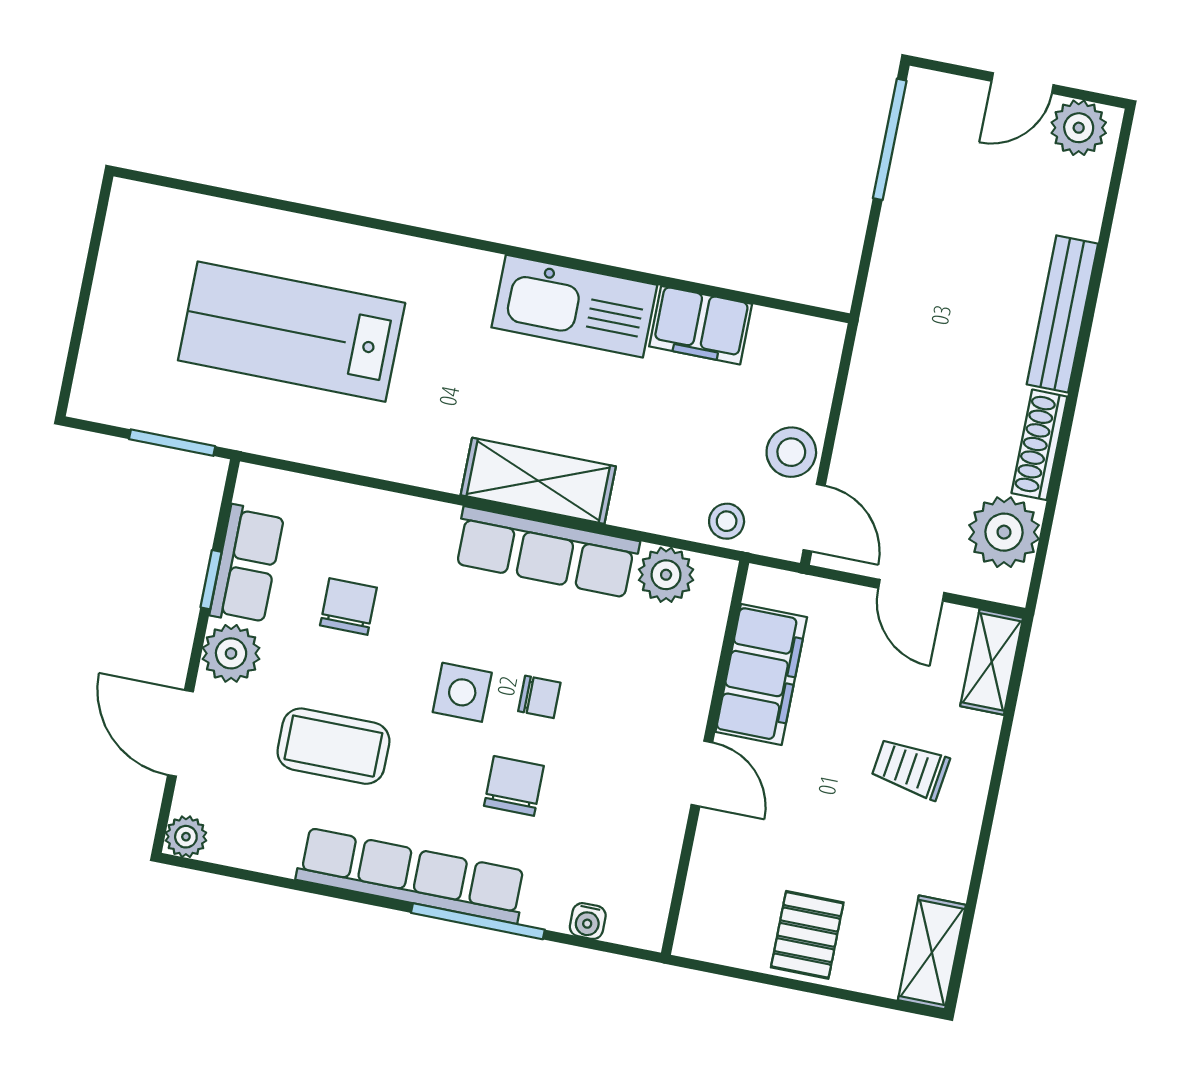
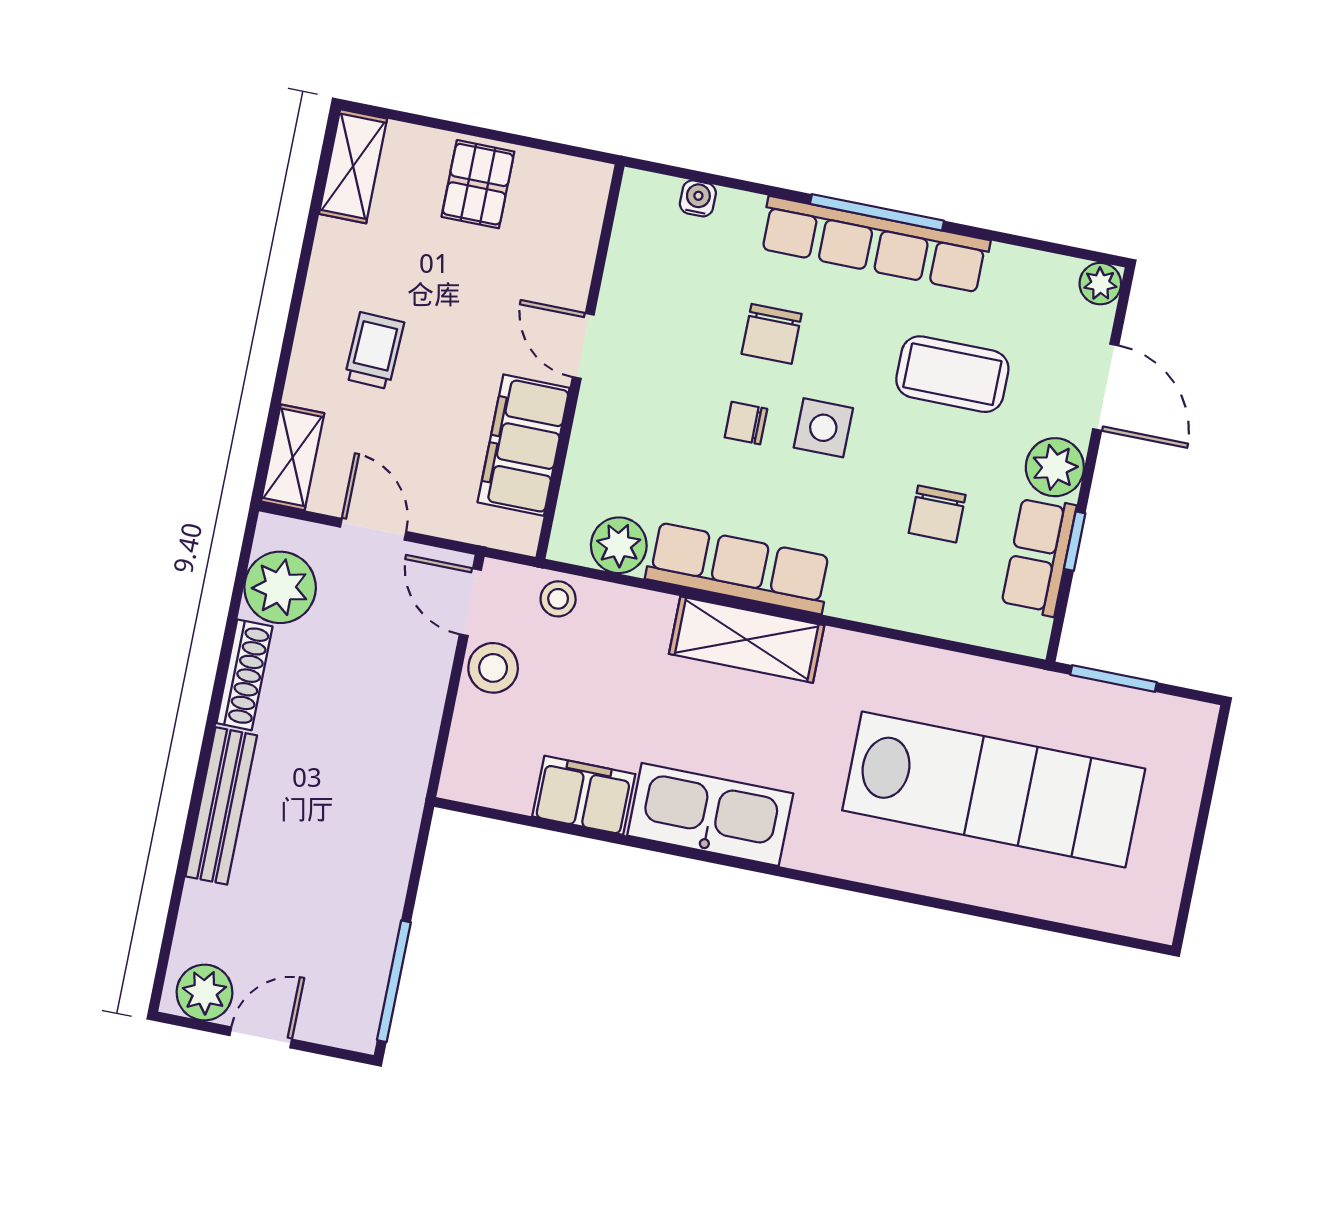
lab bench: (292, 332) -> (994, 789), width x1.36
trolley: (910, 769) -> (374, 351), turned -96
window: (478, 921) -> (877, 212), moved

